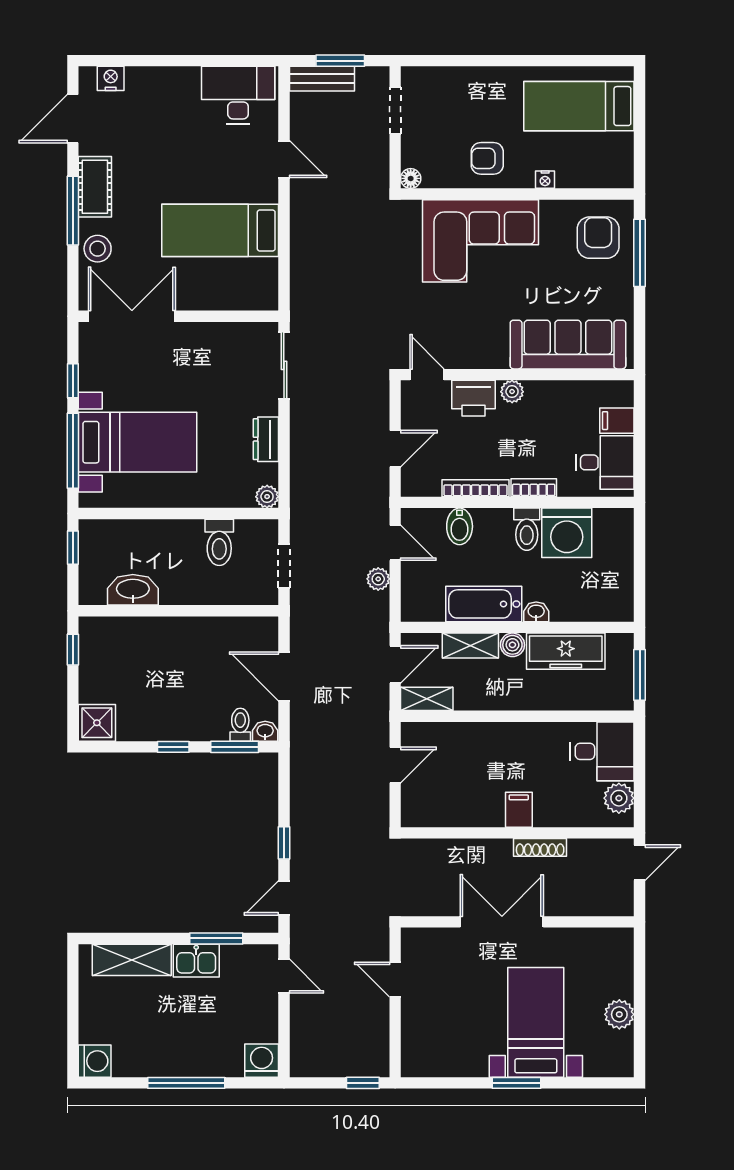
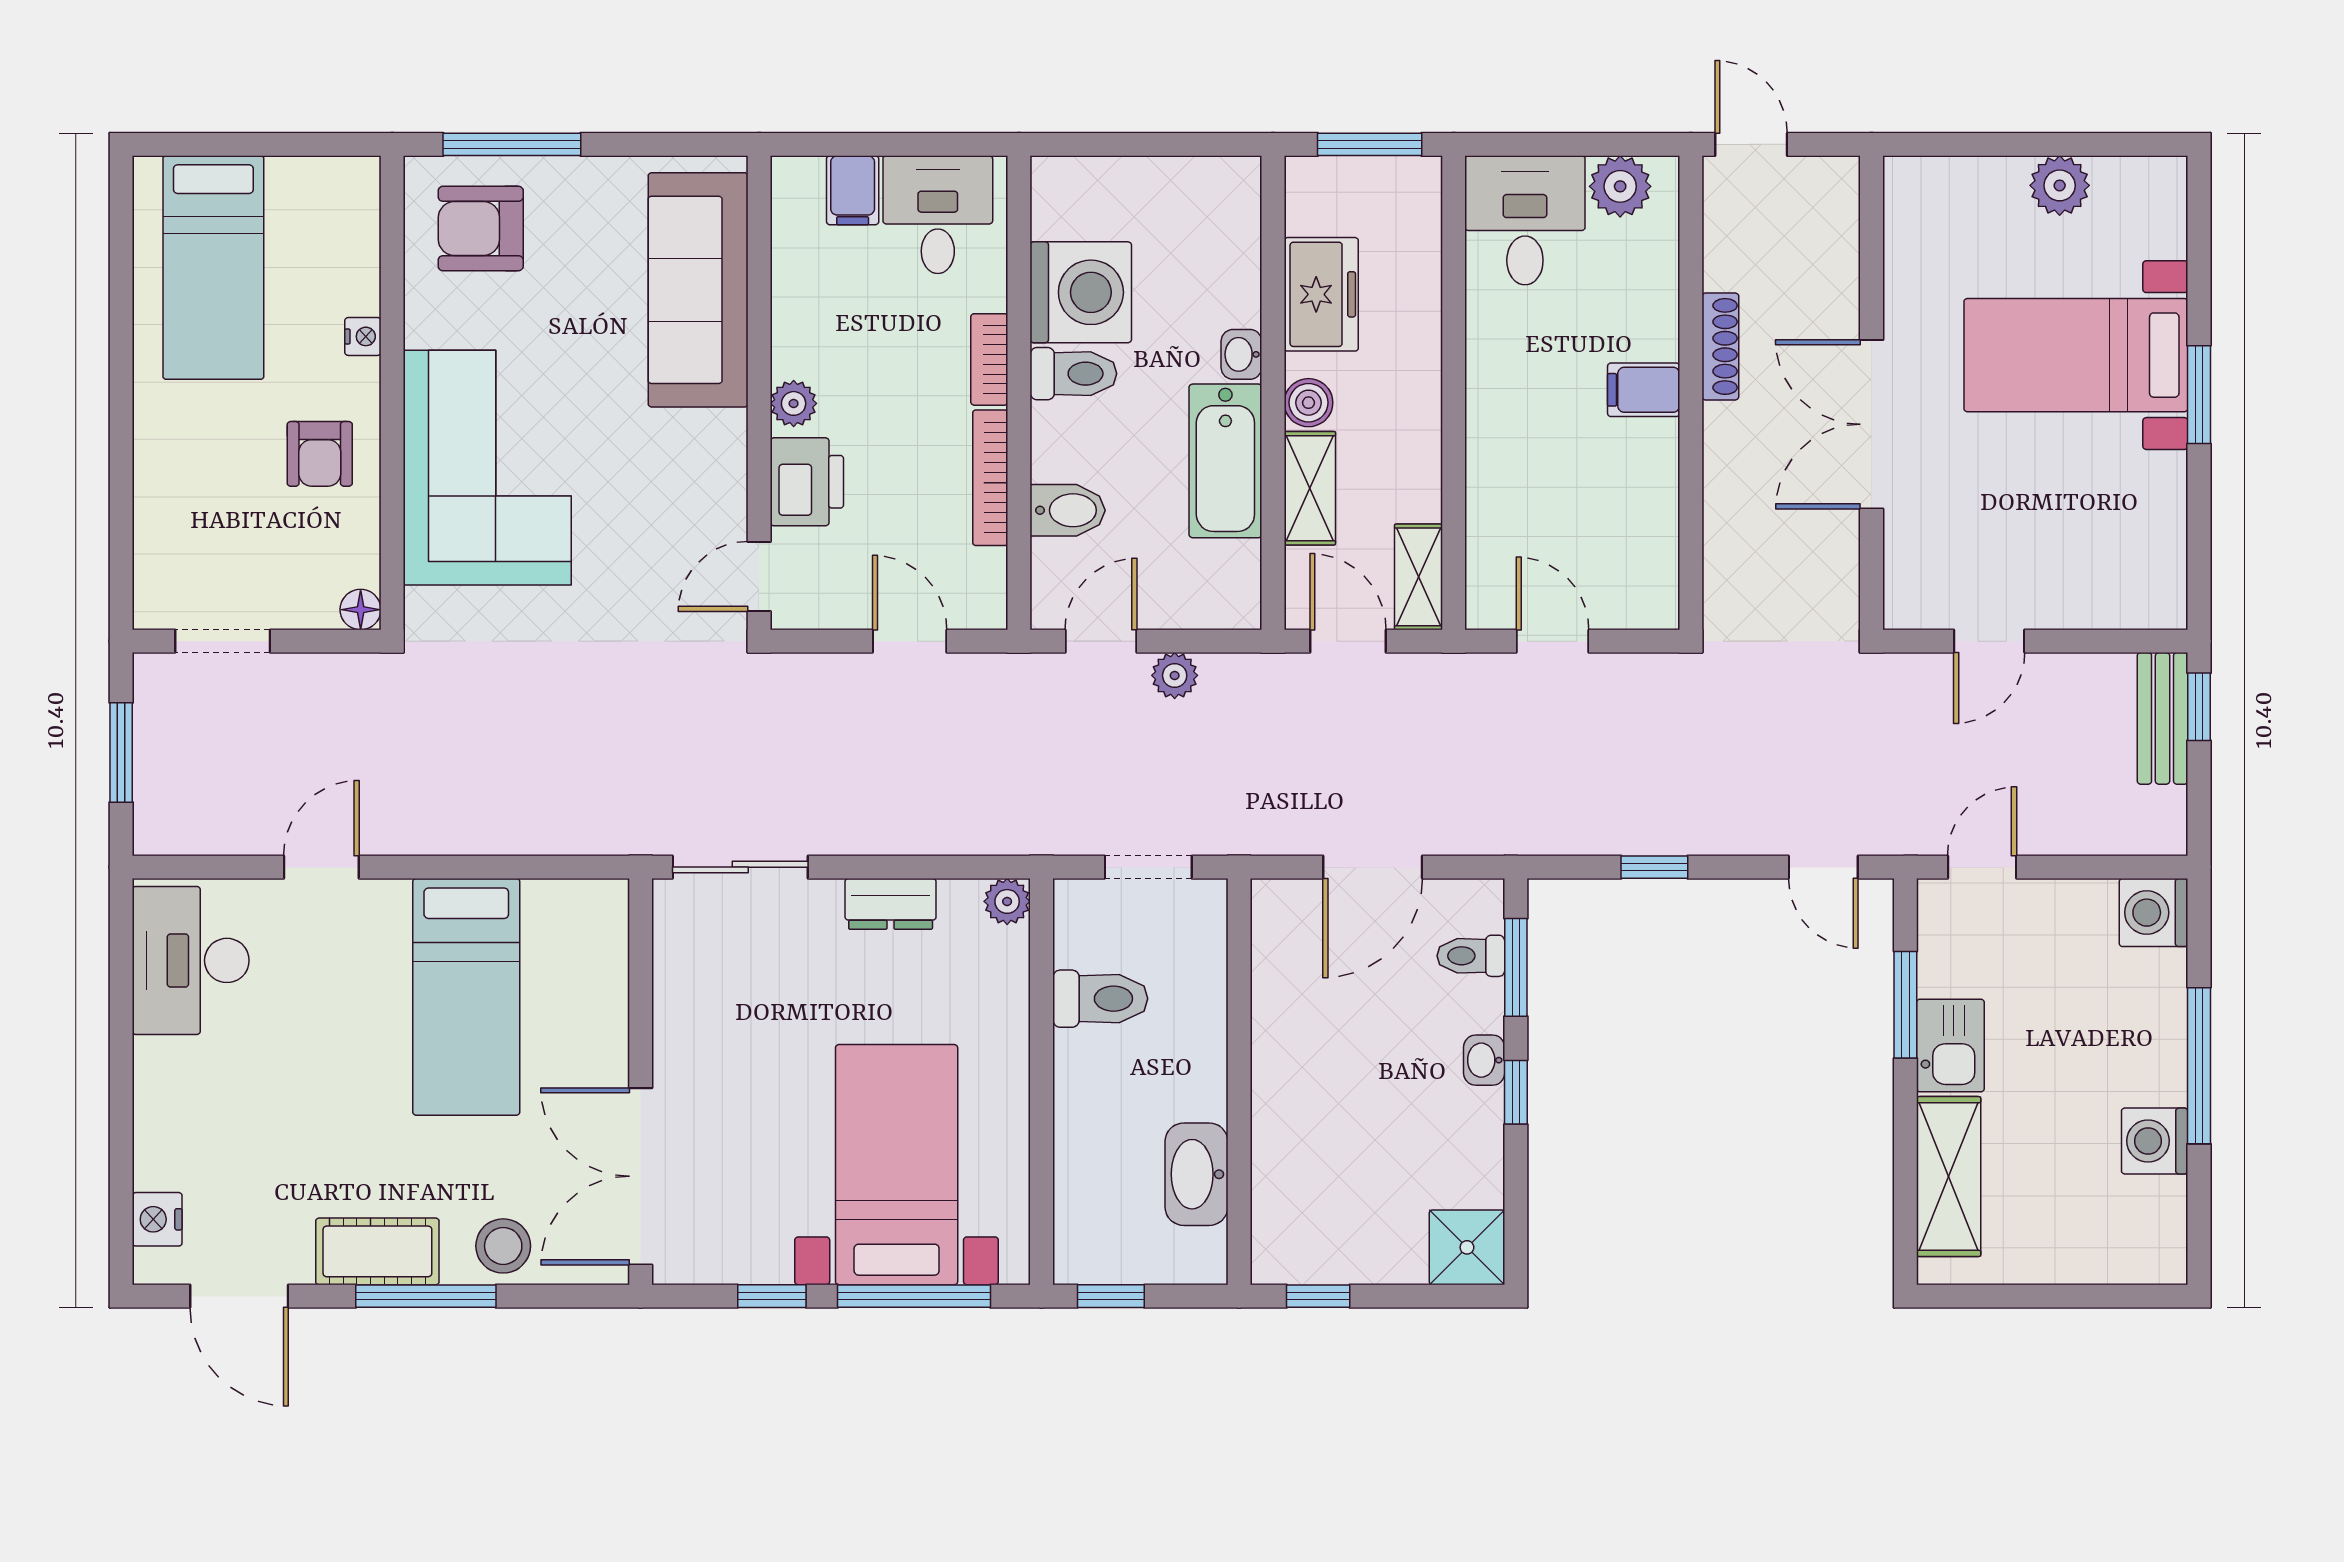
bench: (322, 79) -> (2163, 718), moved
freezer: (566, 651) -> (1321, 294), width x0.71
washbasin: (265, 731) -> (1484, 1060), moved
window: (284, 843) -> (1654, 867), moved
washing machine: (95, 1061) -> (2155, 1141), moved, turned -90

